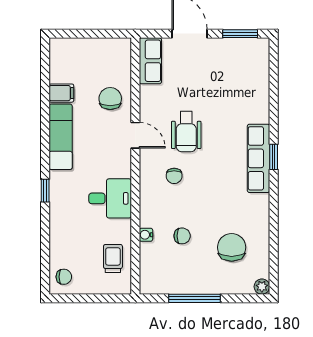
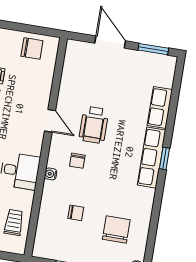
row of seats: (150, 61) -> (160, 107), moved, turned 180
chair: (110, 99) -> (32, 49), moved, turned 90
water cooler: (146, 235) -> (51, 174), moved

